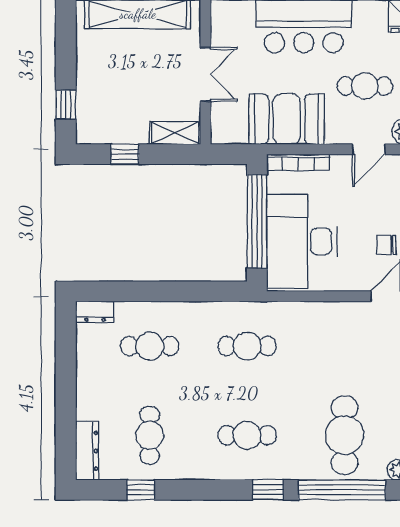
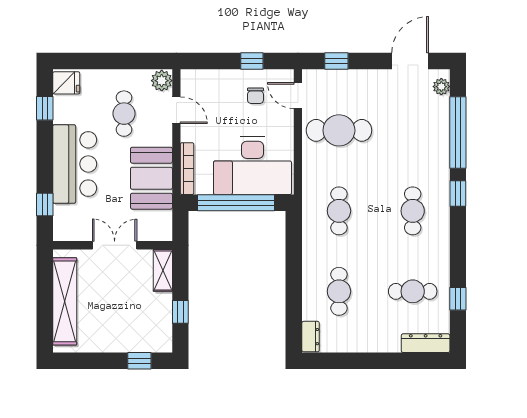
cafe table: (344, 435) -> (339, 130), moved

